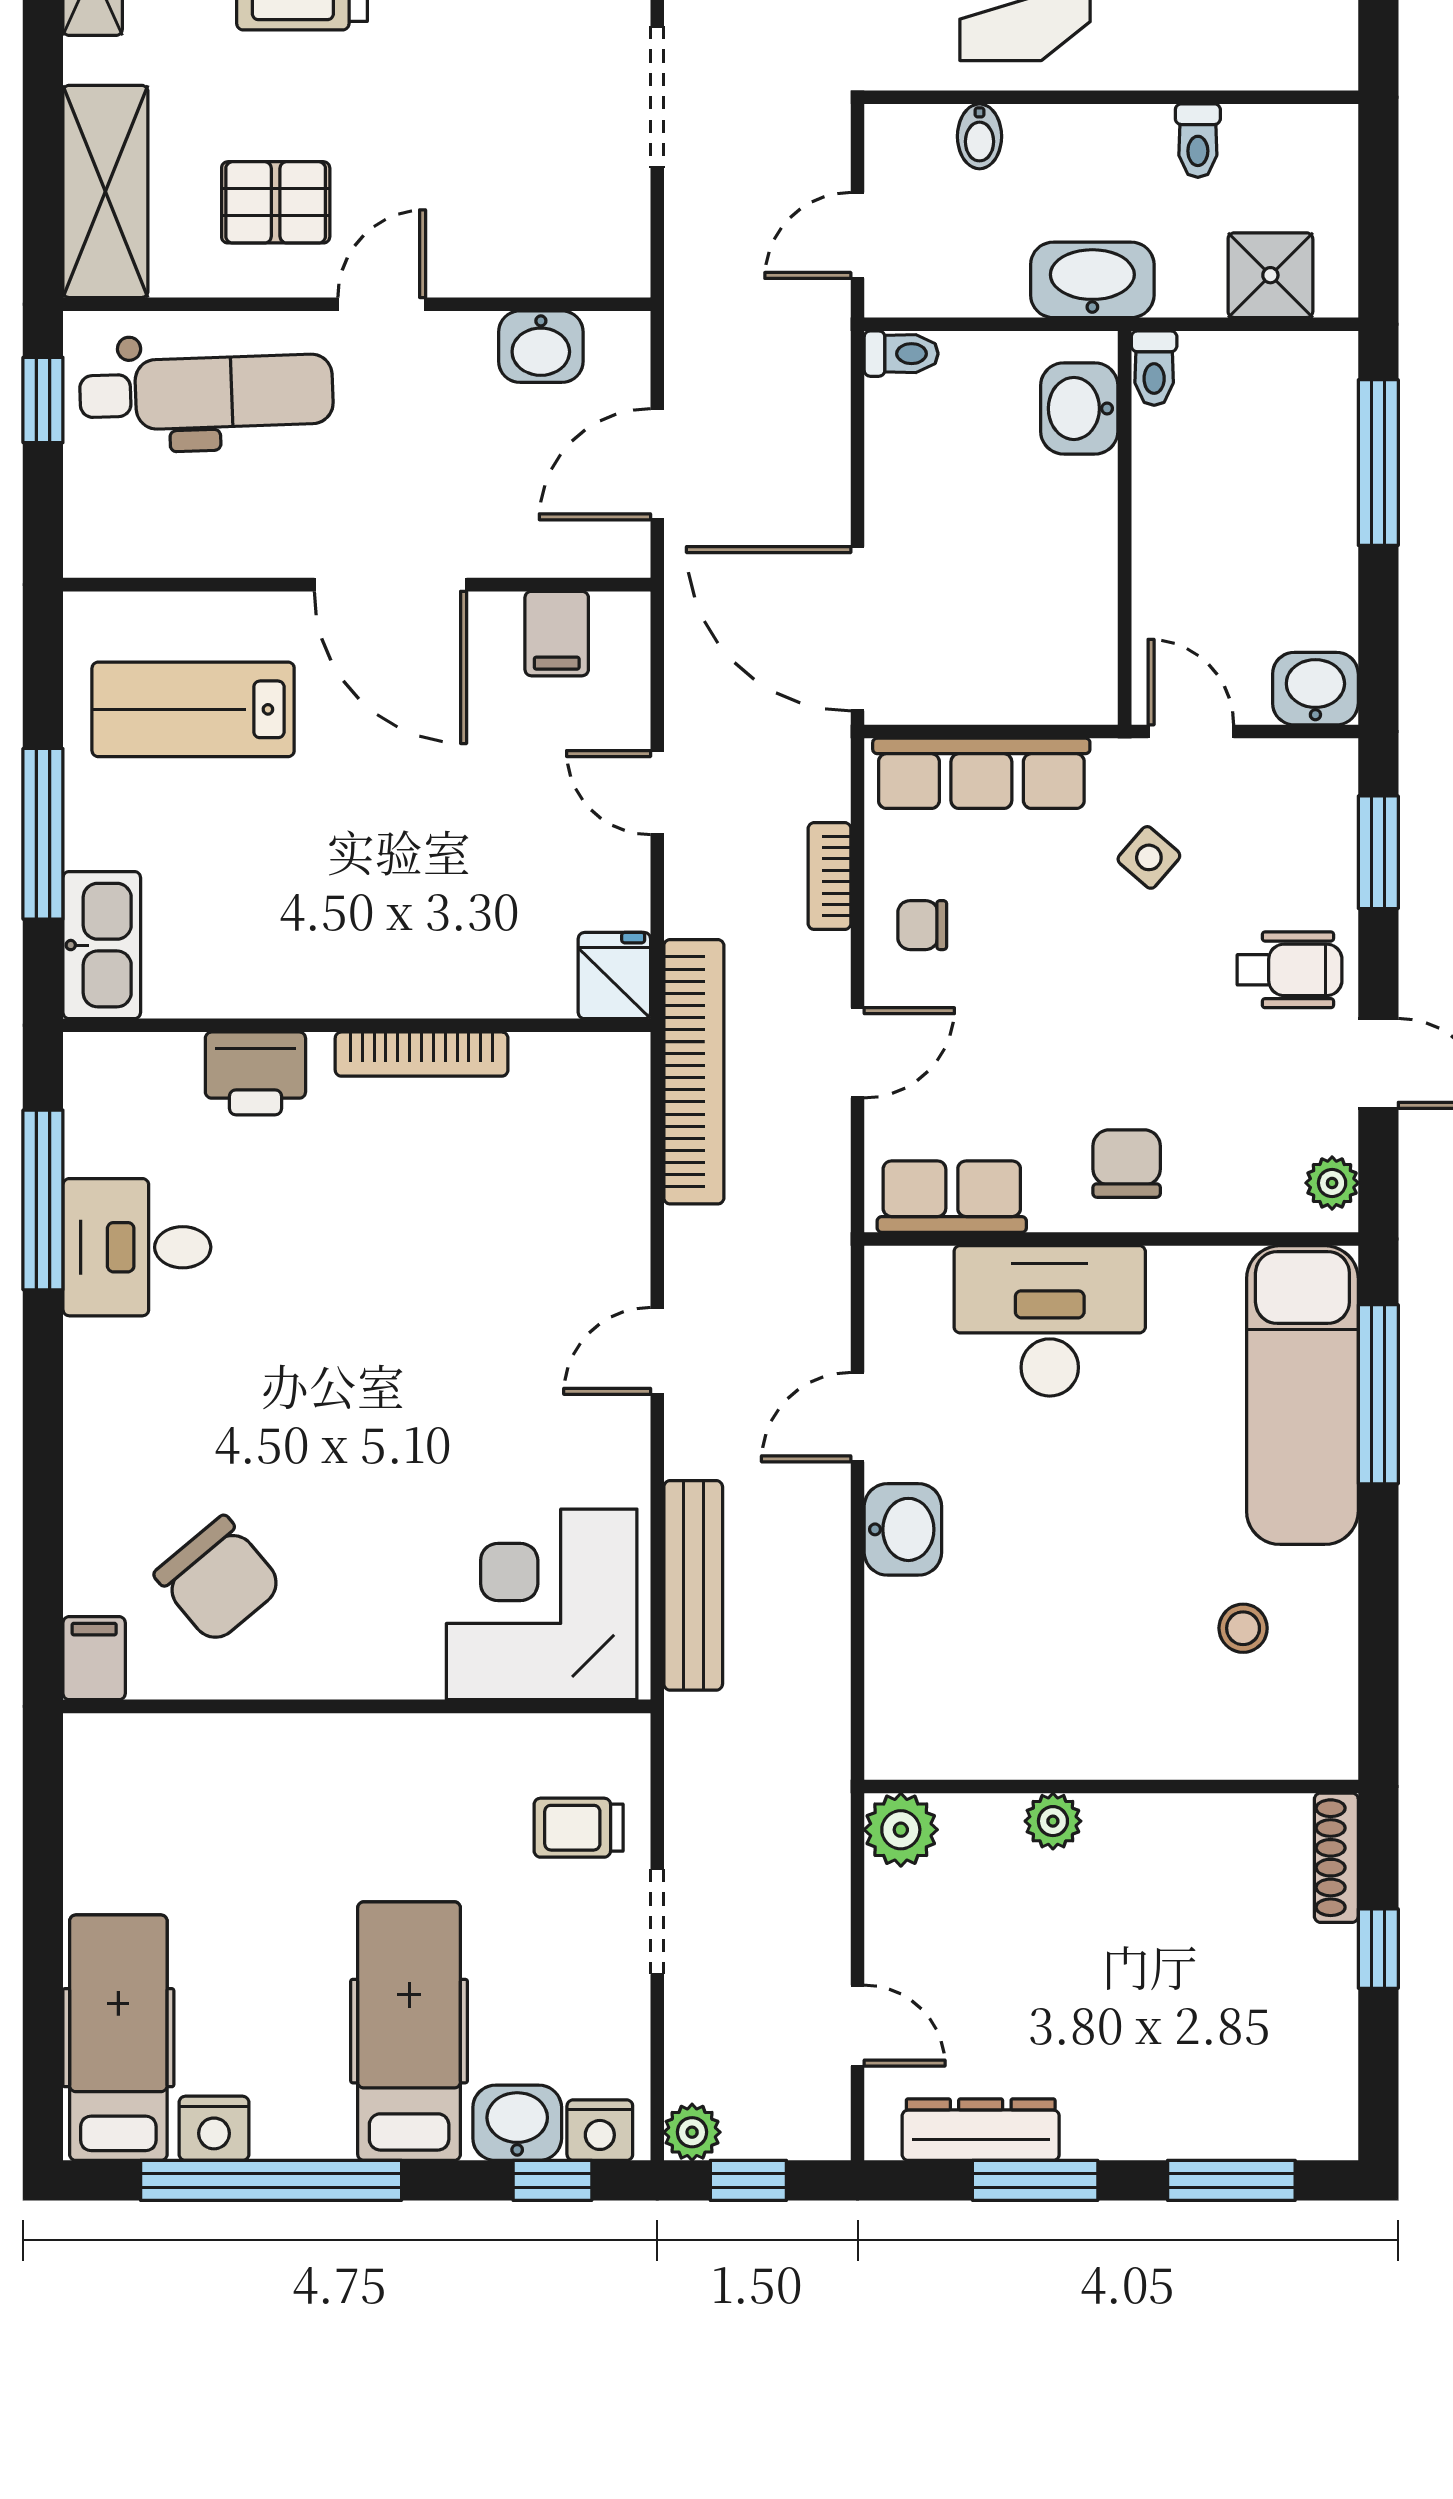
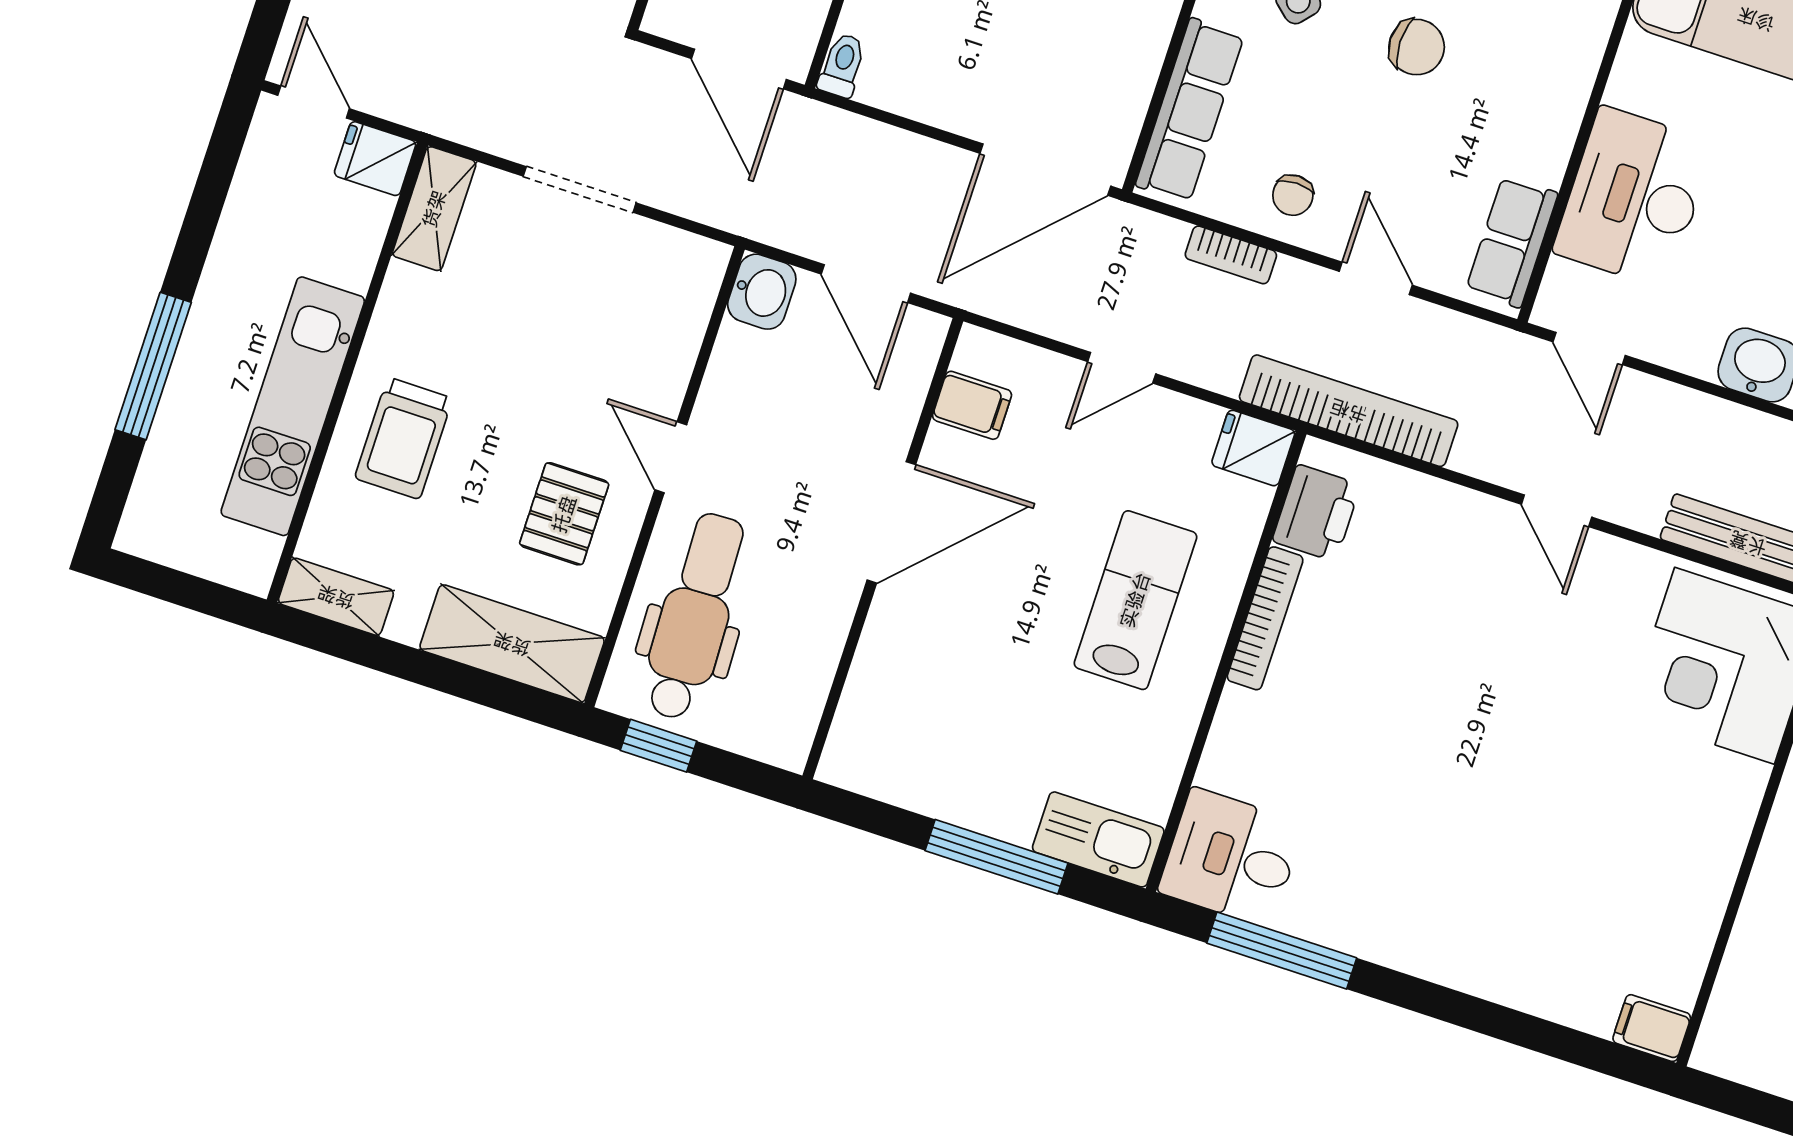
door: (858, 235) -> (739, 69), width x1.38
washbasin: (541, 347) -> (762, 292), moved
lab bench: (193, 709) -> (1135, 600), moved, turned 180
printer: (255, 1073) -> (1316, 513), moved
chair: (1127, 1164) -> (1417, 47), moved, turned 180
desk: (137, 1247) -> (1231, 857), moved, turned 90
door: (858, 1417) -> (1589, 349), moved
chair: (219, 1580) -> (1623, 911), removed

